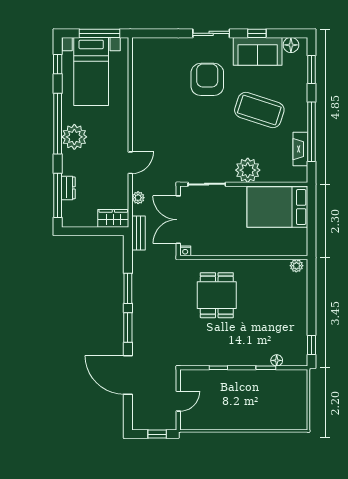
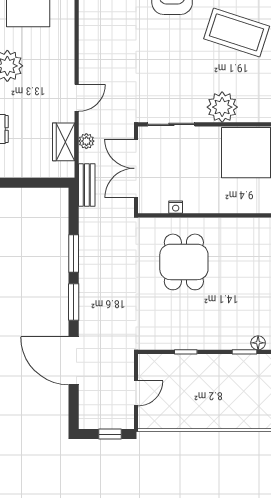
wardrobe: (113, 218) -> (64, 142), moved, turned -90
nightstand: (185, 251) -> (176, 207), moved

